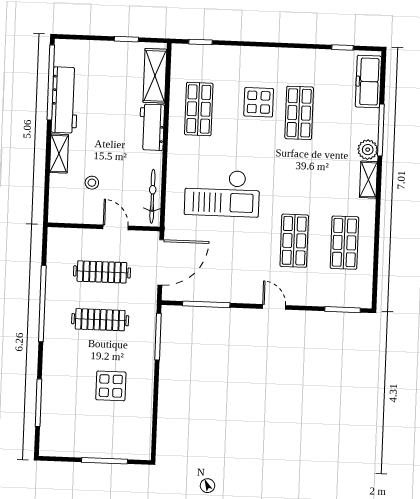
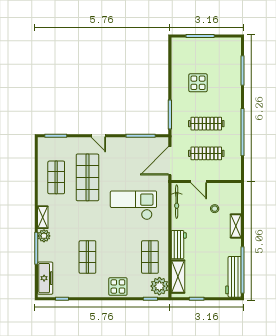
plant: (185, 61) -> (159, 286), added
workbench: (65, 100) -> (233, 277), moved
display table: (259, 102) -> (118, 287), moved
shop shelf: (294, 241) -> (87, 177), width x1.43, depth x1.36

